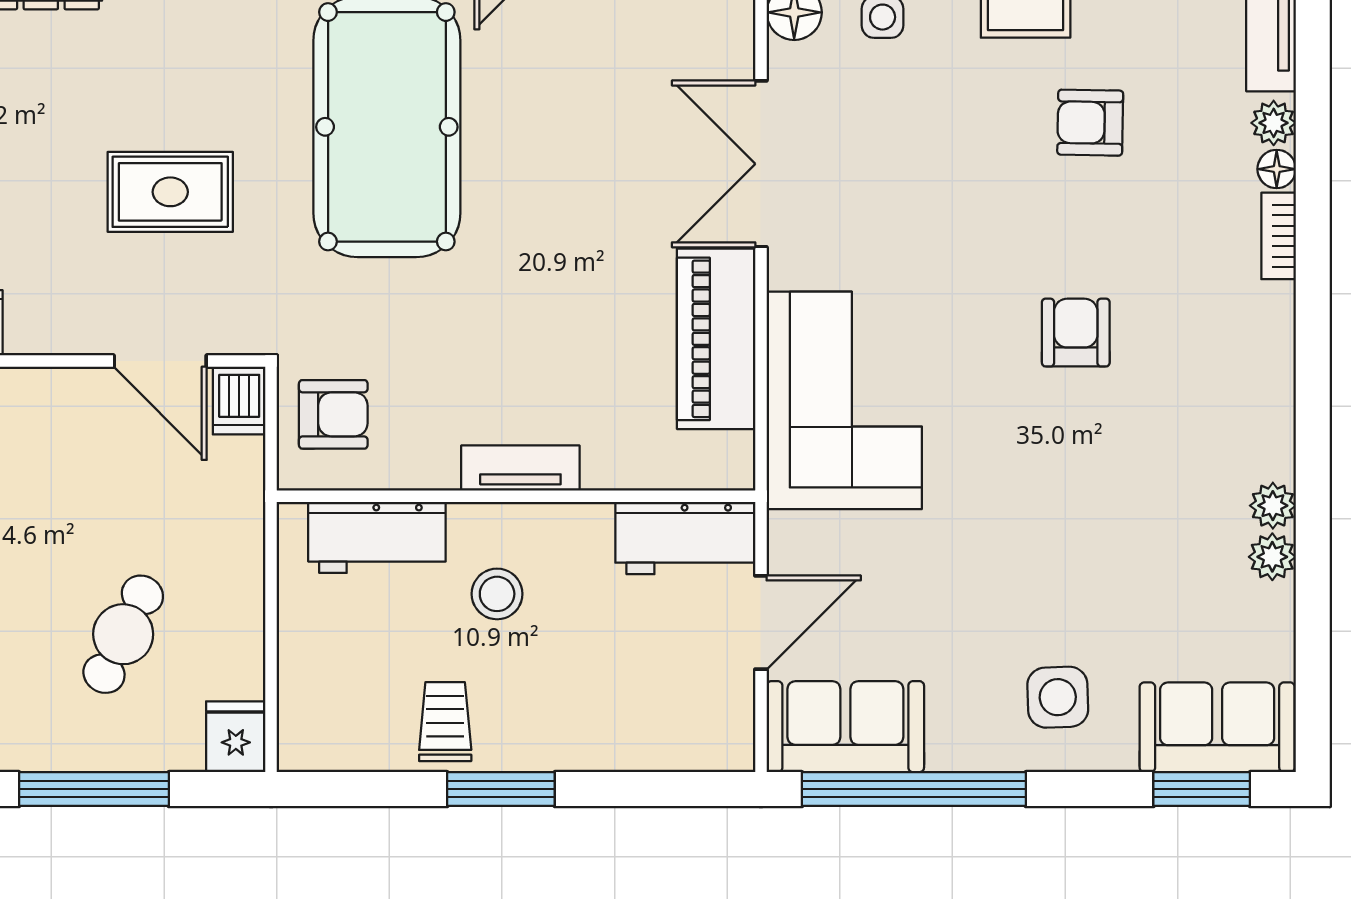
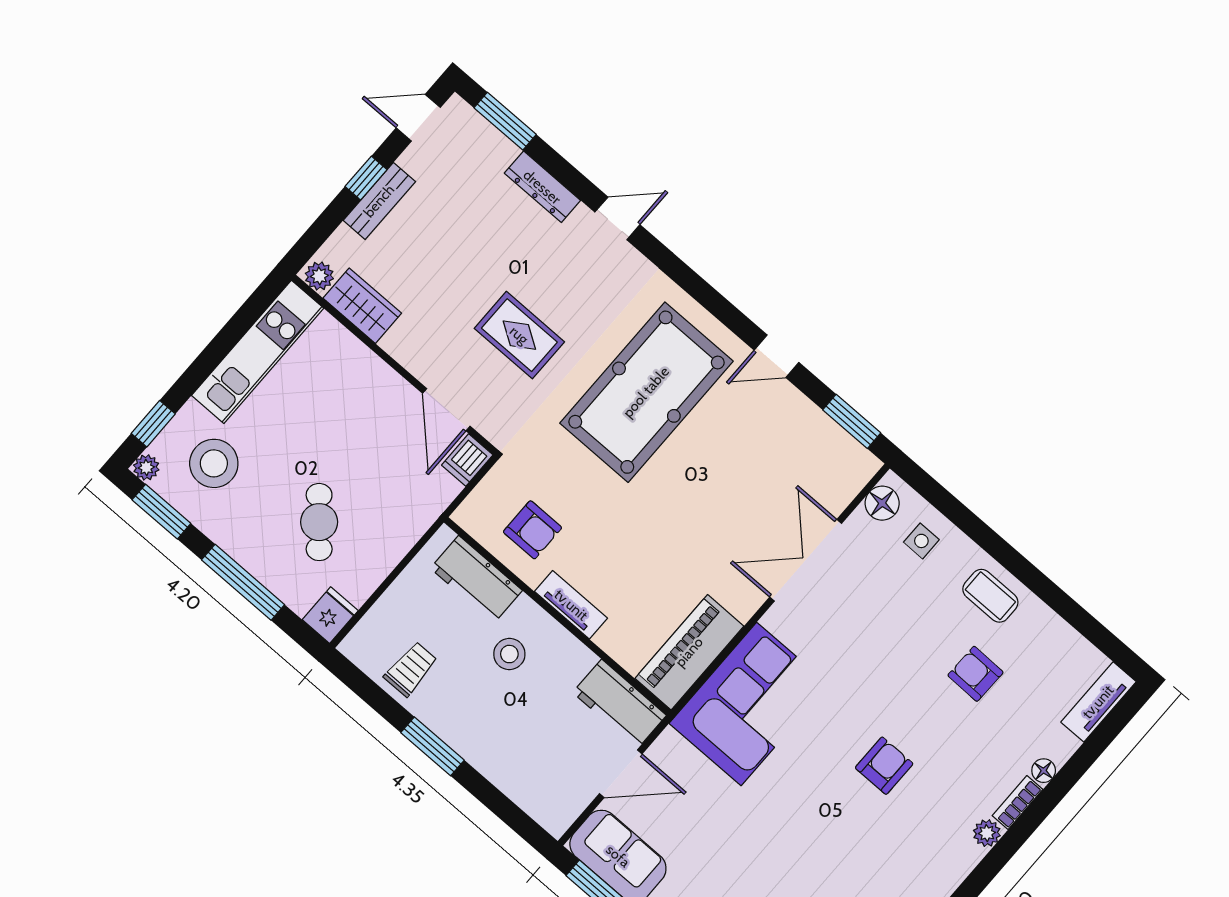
plant: (1274, 123) -> (987, 833), moved
piano: (716, 339) -> (689, 652), moved
armchair: (333, 414) -> (532, 530), moved
cafe table: (123, 634) -> (319, 522), turned -67
trolley: (445, 722) -> (411, 669), moved

